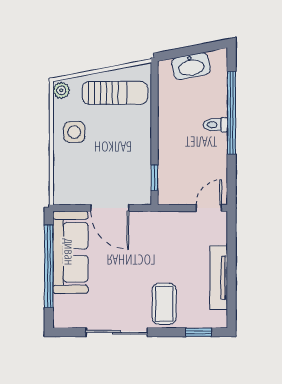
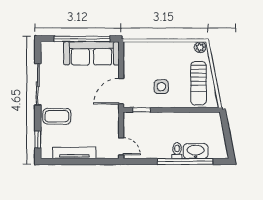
washbasin: (191, 66) -> (196, 151), moved, turned 101
side table: (74, 132) -> (161, 87), moved
door: (110, 208) -> (121, 91), moved

